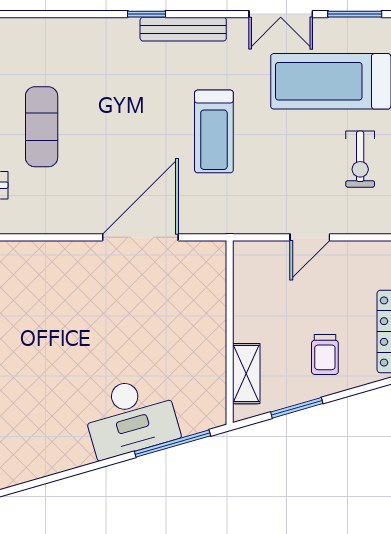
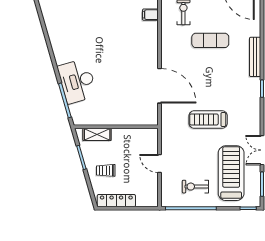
bench: (183, 29) -> (255, 57), moved

